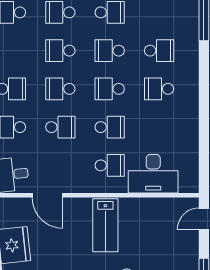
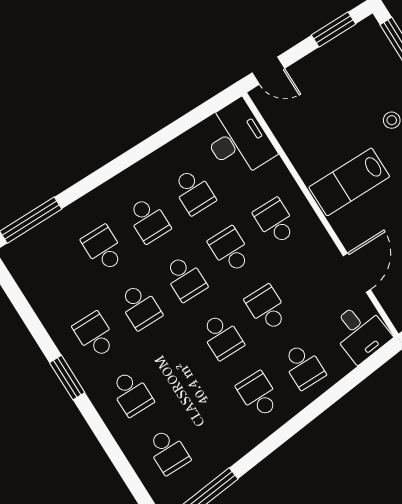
school desk: (60, 51) -> (193, 192), moved
desk: (153, 174) -> (237, 139), moved
lab bench: (105, 225) -> (349, 182), turned 180

